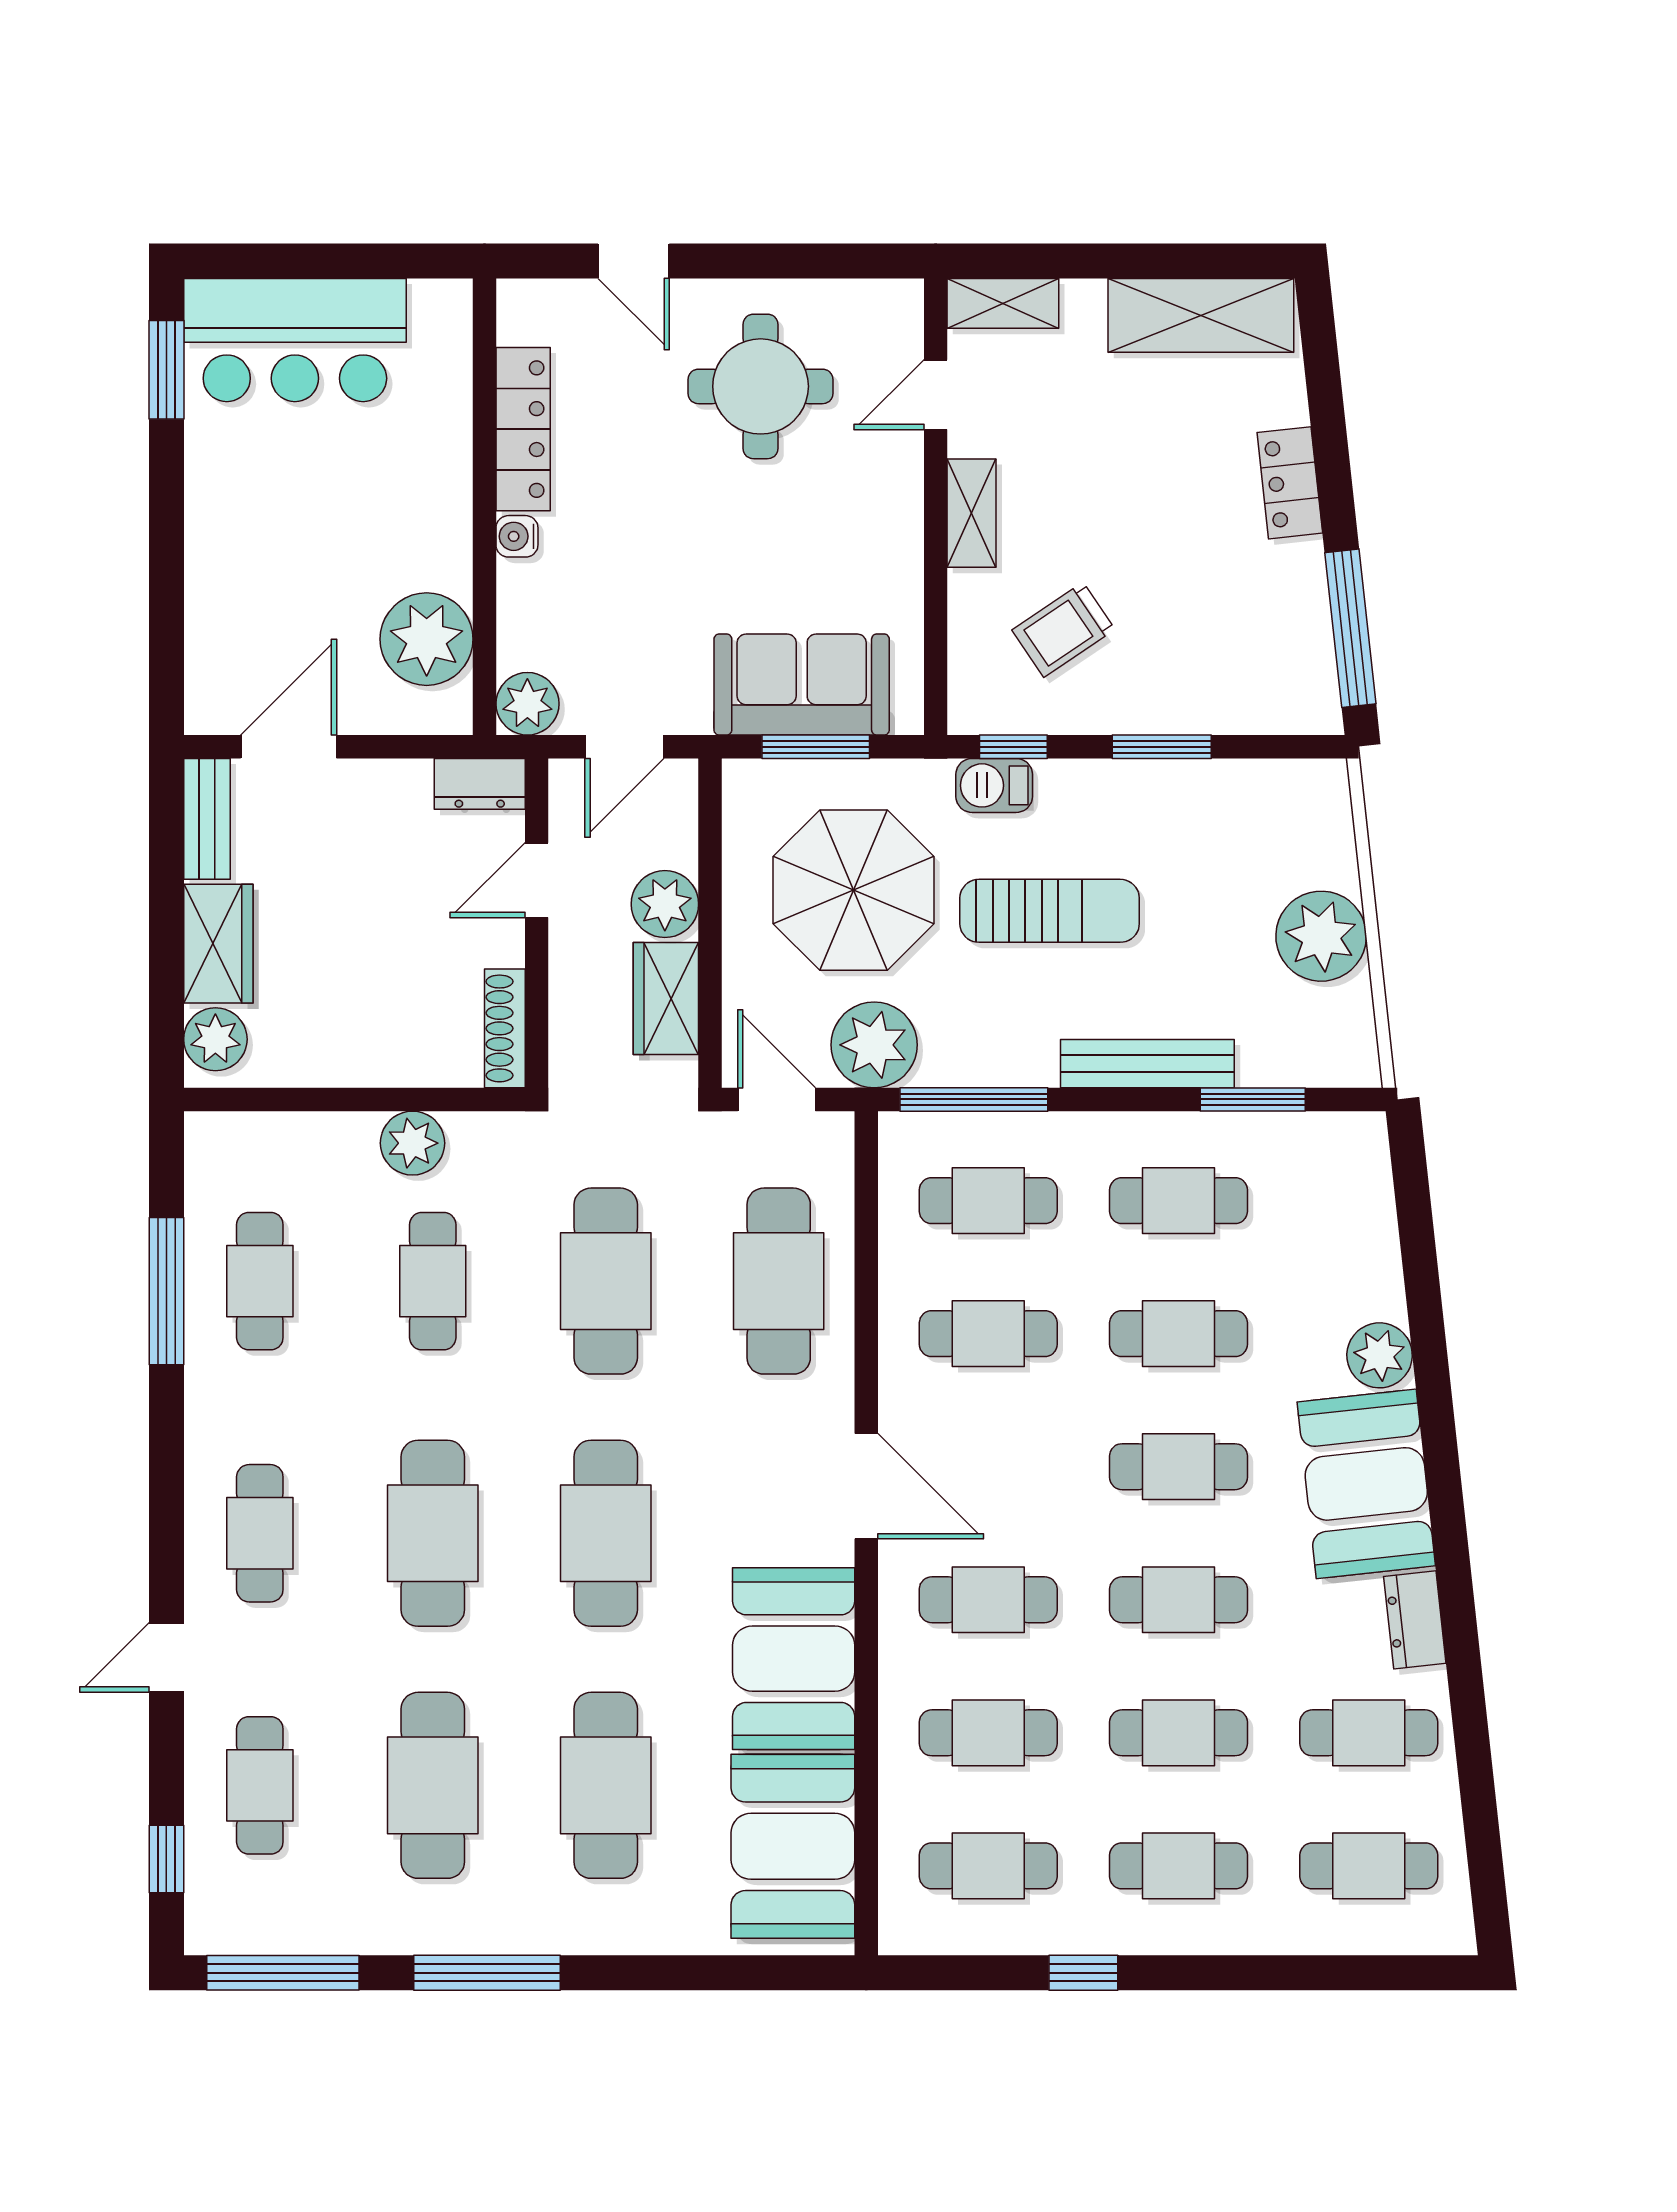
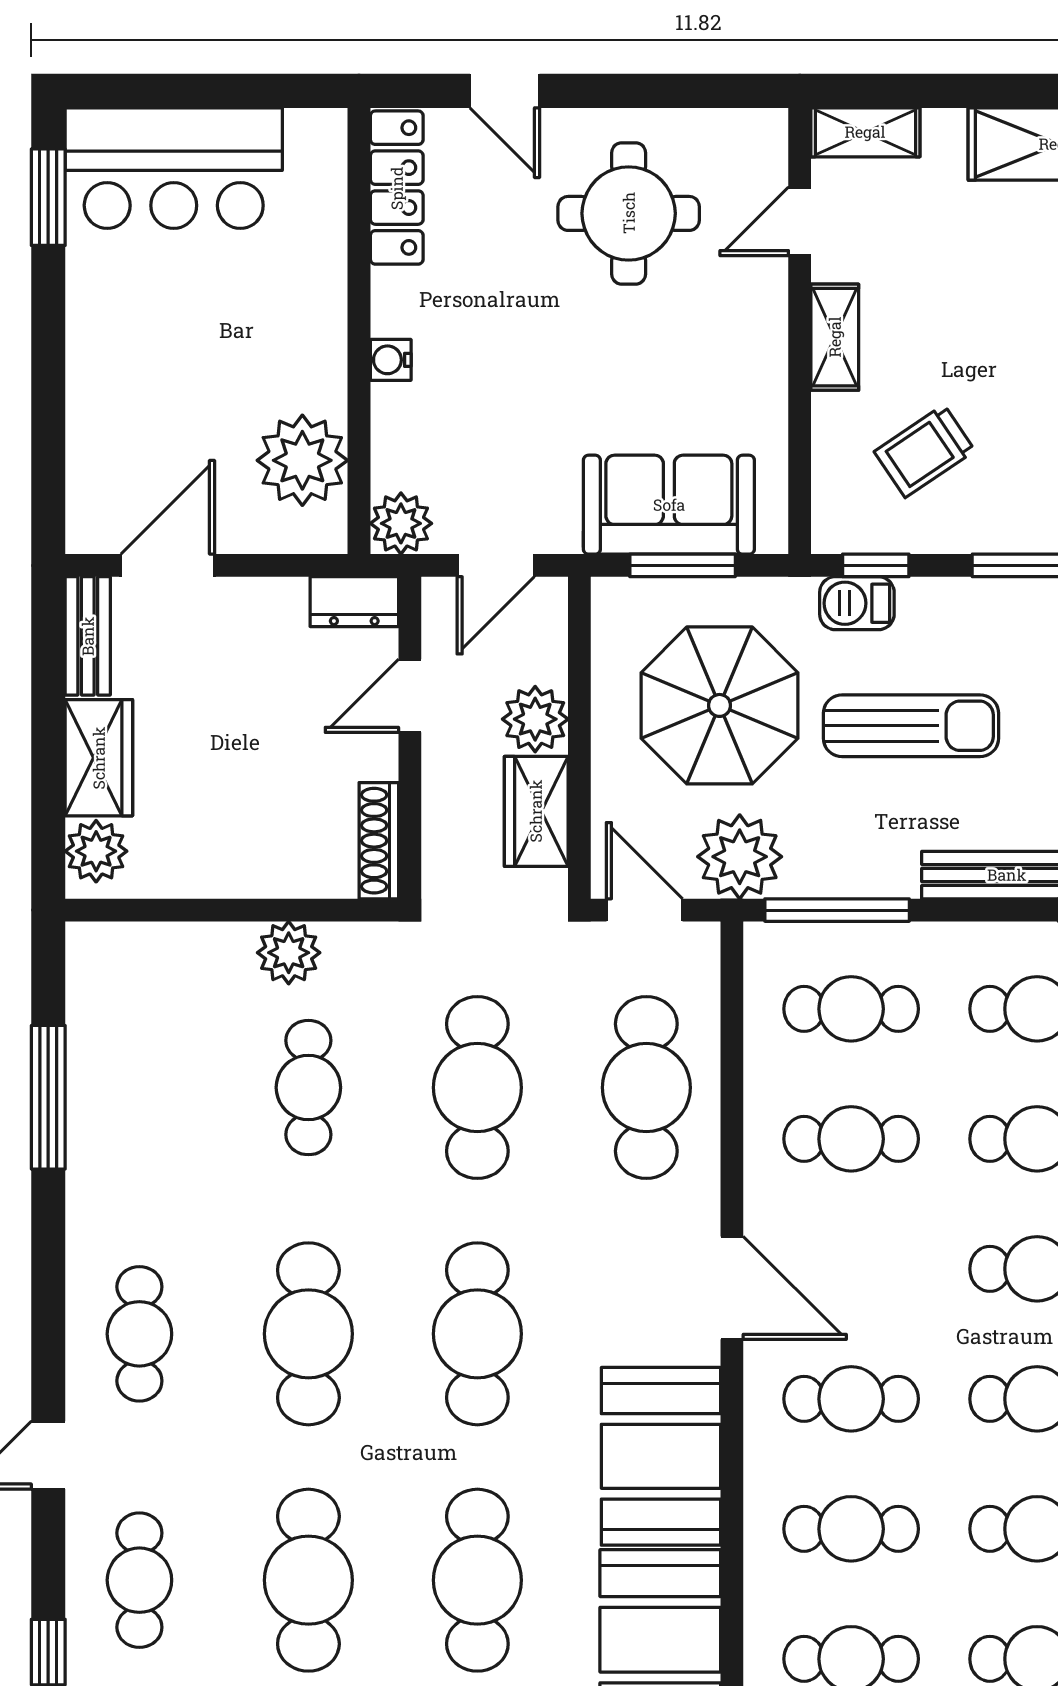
locker: (523, 429) -> (397, 188), moved
cafe table: (260, 1281) -> (139, 1088), removed

